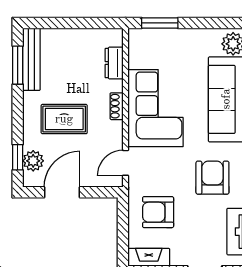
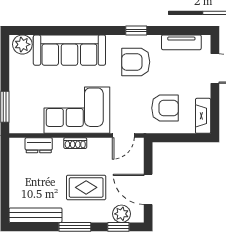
window: (18, 65) -> (75, 227), moved
rug: (64, 119) -> (86, 187), turned 90
door: (126, 163) -> (123, 136), hinge flipped
armchair: (158, 212) -> (165, 108), turned -90

